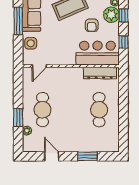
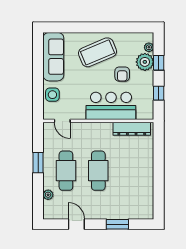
window: (18, 21) -> (38, 69), removed
bar counter: (97, 53) -> (111, 106), moved
door: (39, 66) -> (62, 121), hinge flipped
cafe table: (99, 110) -> (98, 171), moved
window: (18, 118) -> (38, 163), moved

